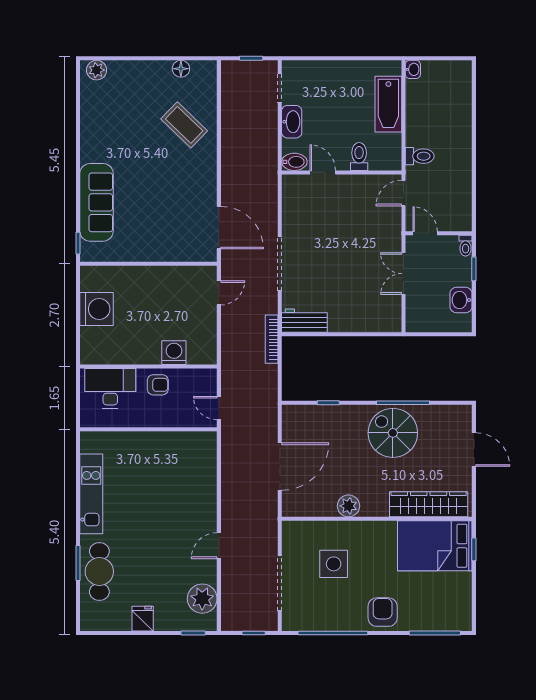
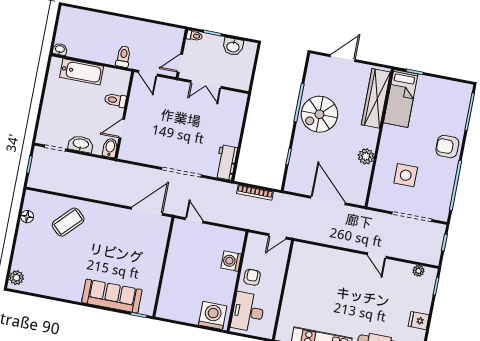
washing machine: (97, 309) -> (213, 315), moved
bookcase: (272, 339) -> (255, 193), moved
bed: (435, 546) -> (401, 98), width x0.67
plant: (202, 599) -> (418, 271), width x0.53, depth x0.53

